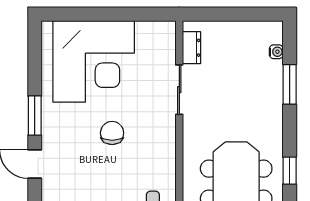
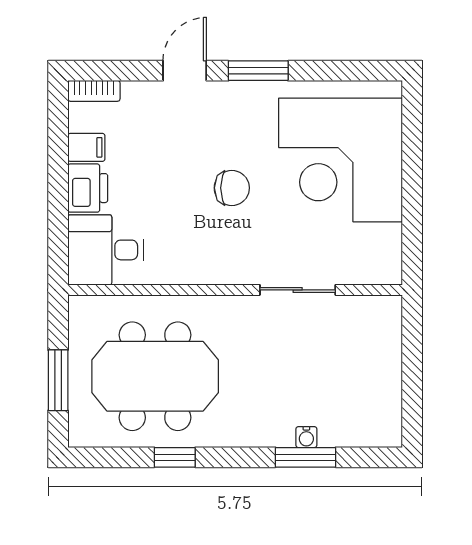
dresser: (192, 48) -> (361, 308), removed
water cooler: (276, 52) -> (306, 437), moved

